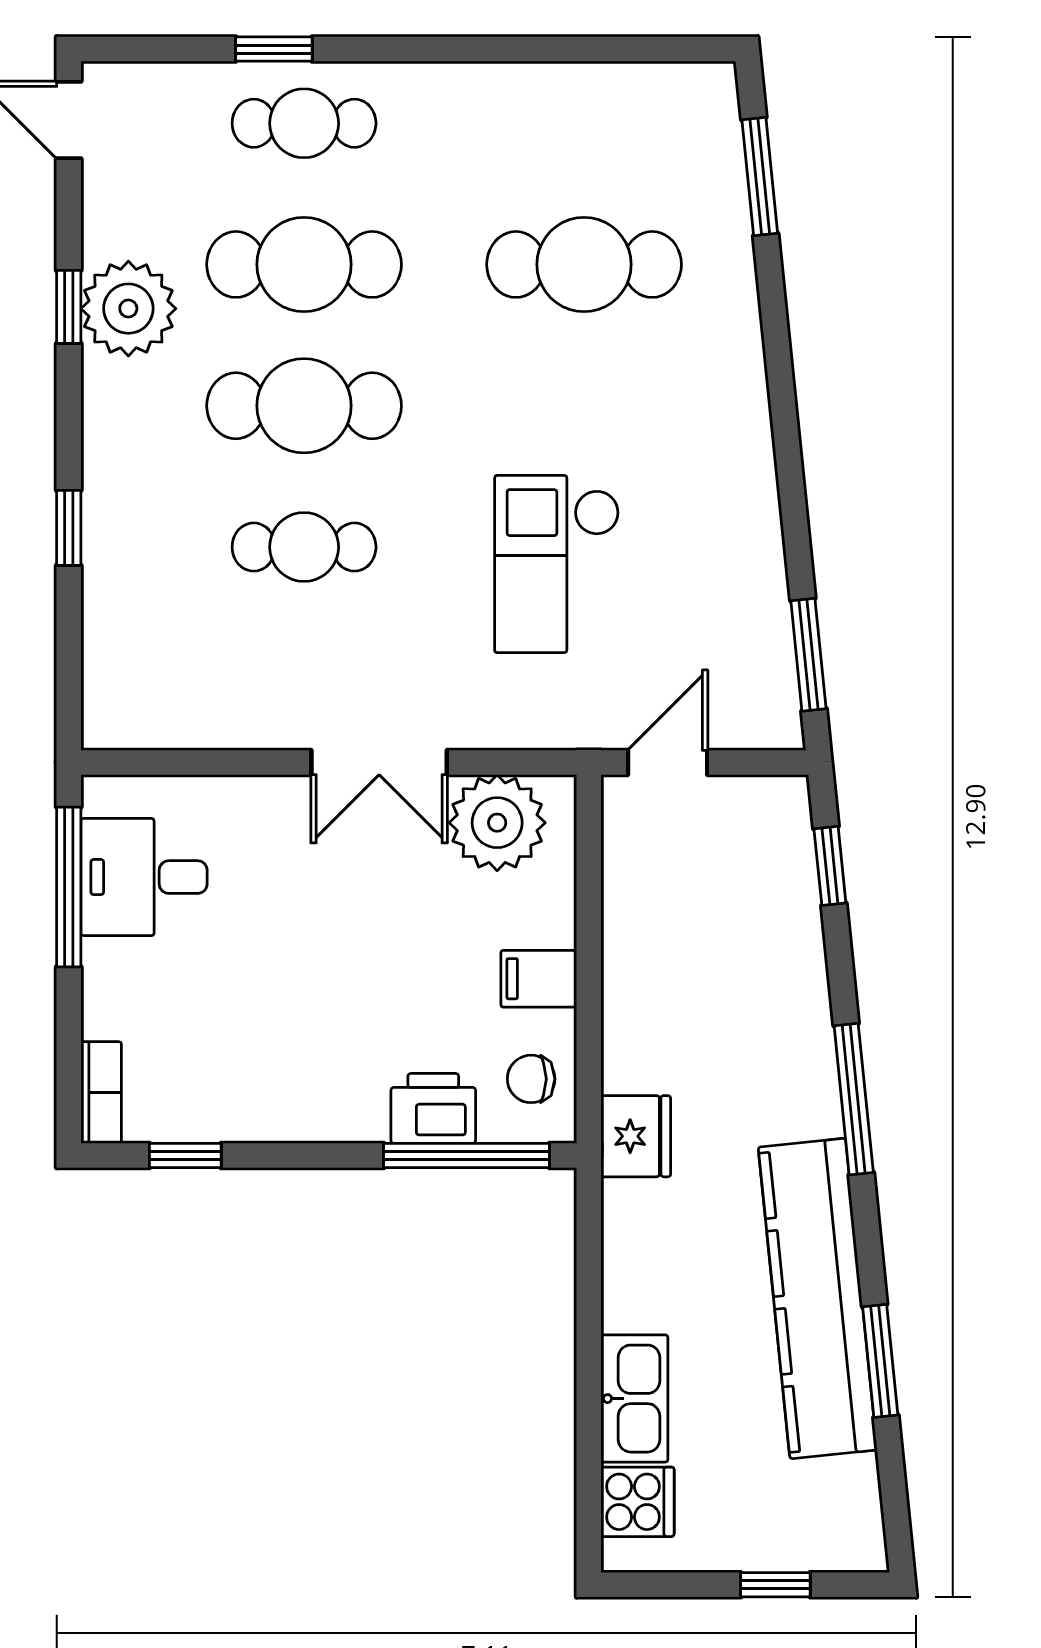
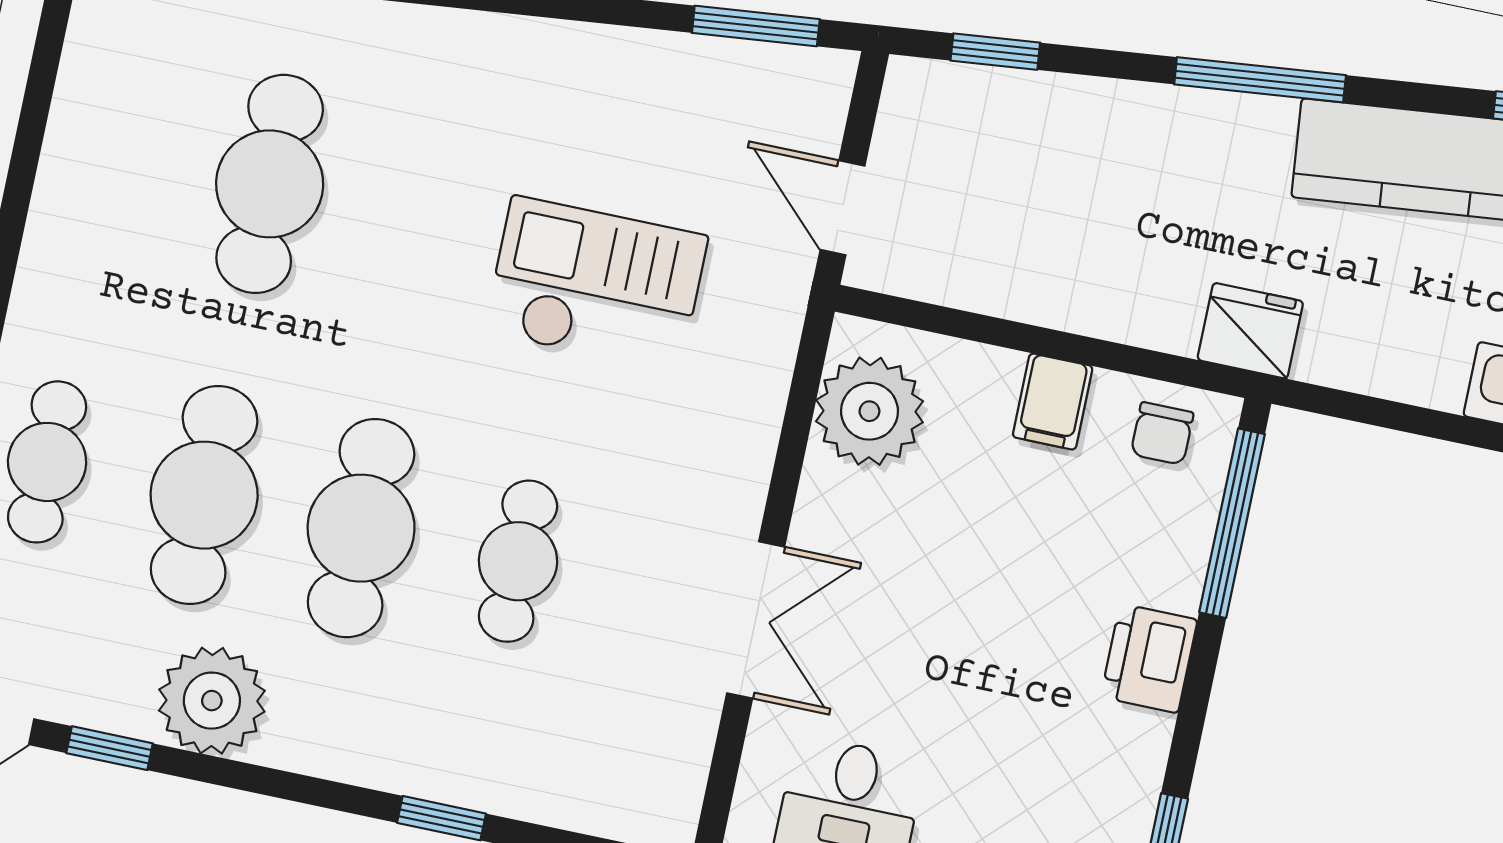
window: (69, 307) -> (110, 748), moved
checkout: (557, 564) -> (596, 284), turned 180
double door: (379, 762) -> (756, 620), moved
printer: (433, 1108) -> (1149, 658), moved

